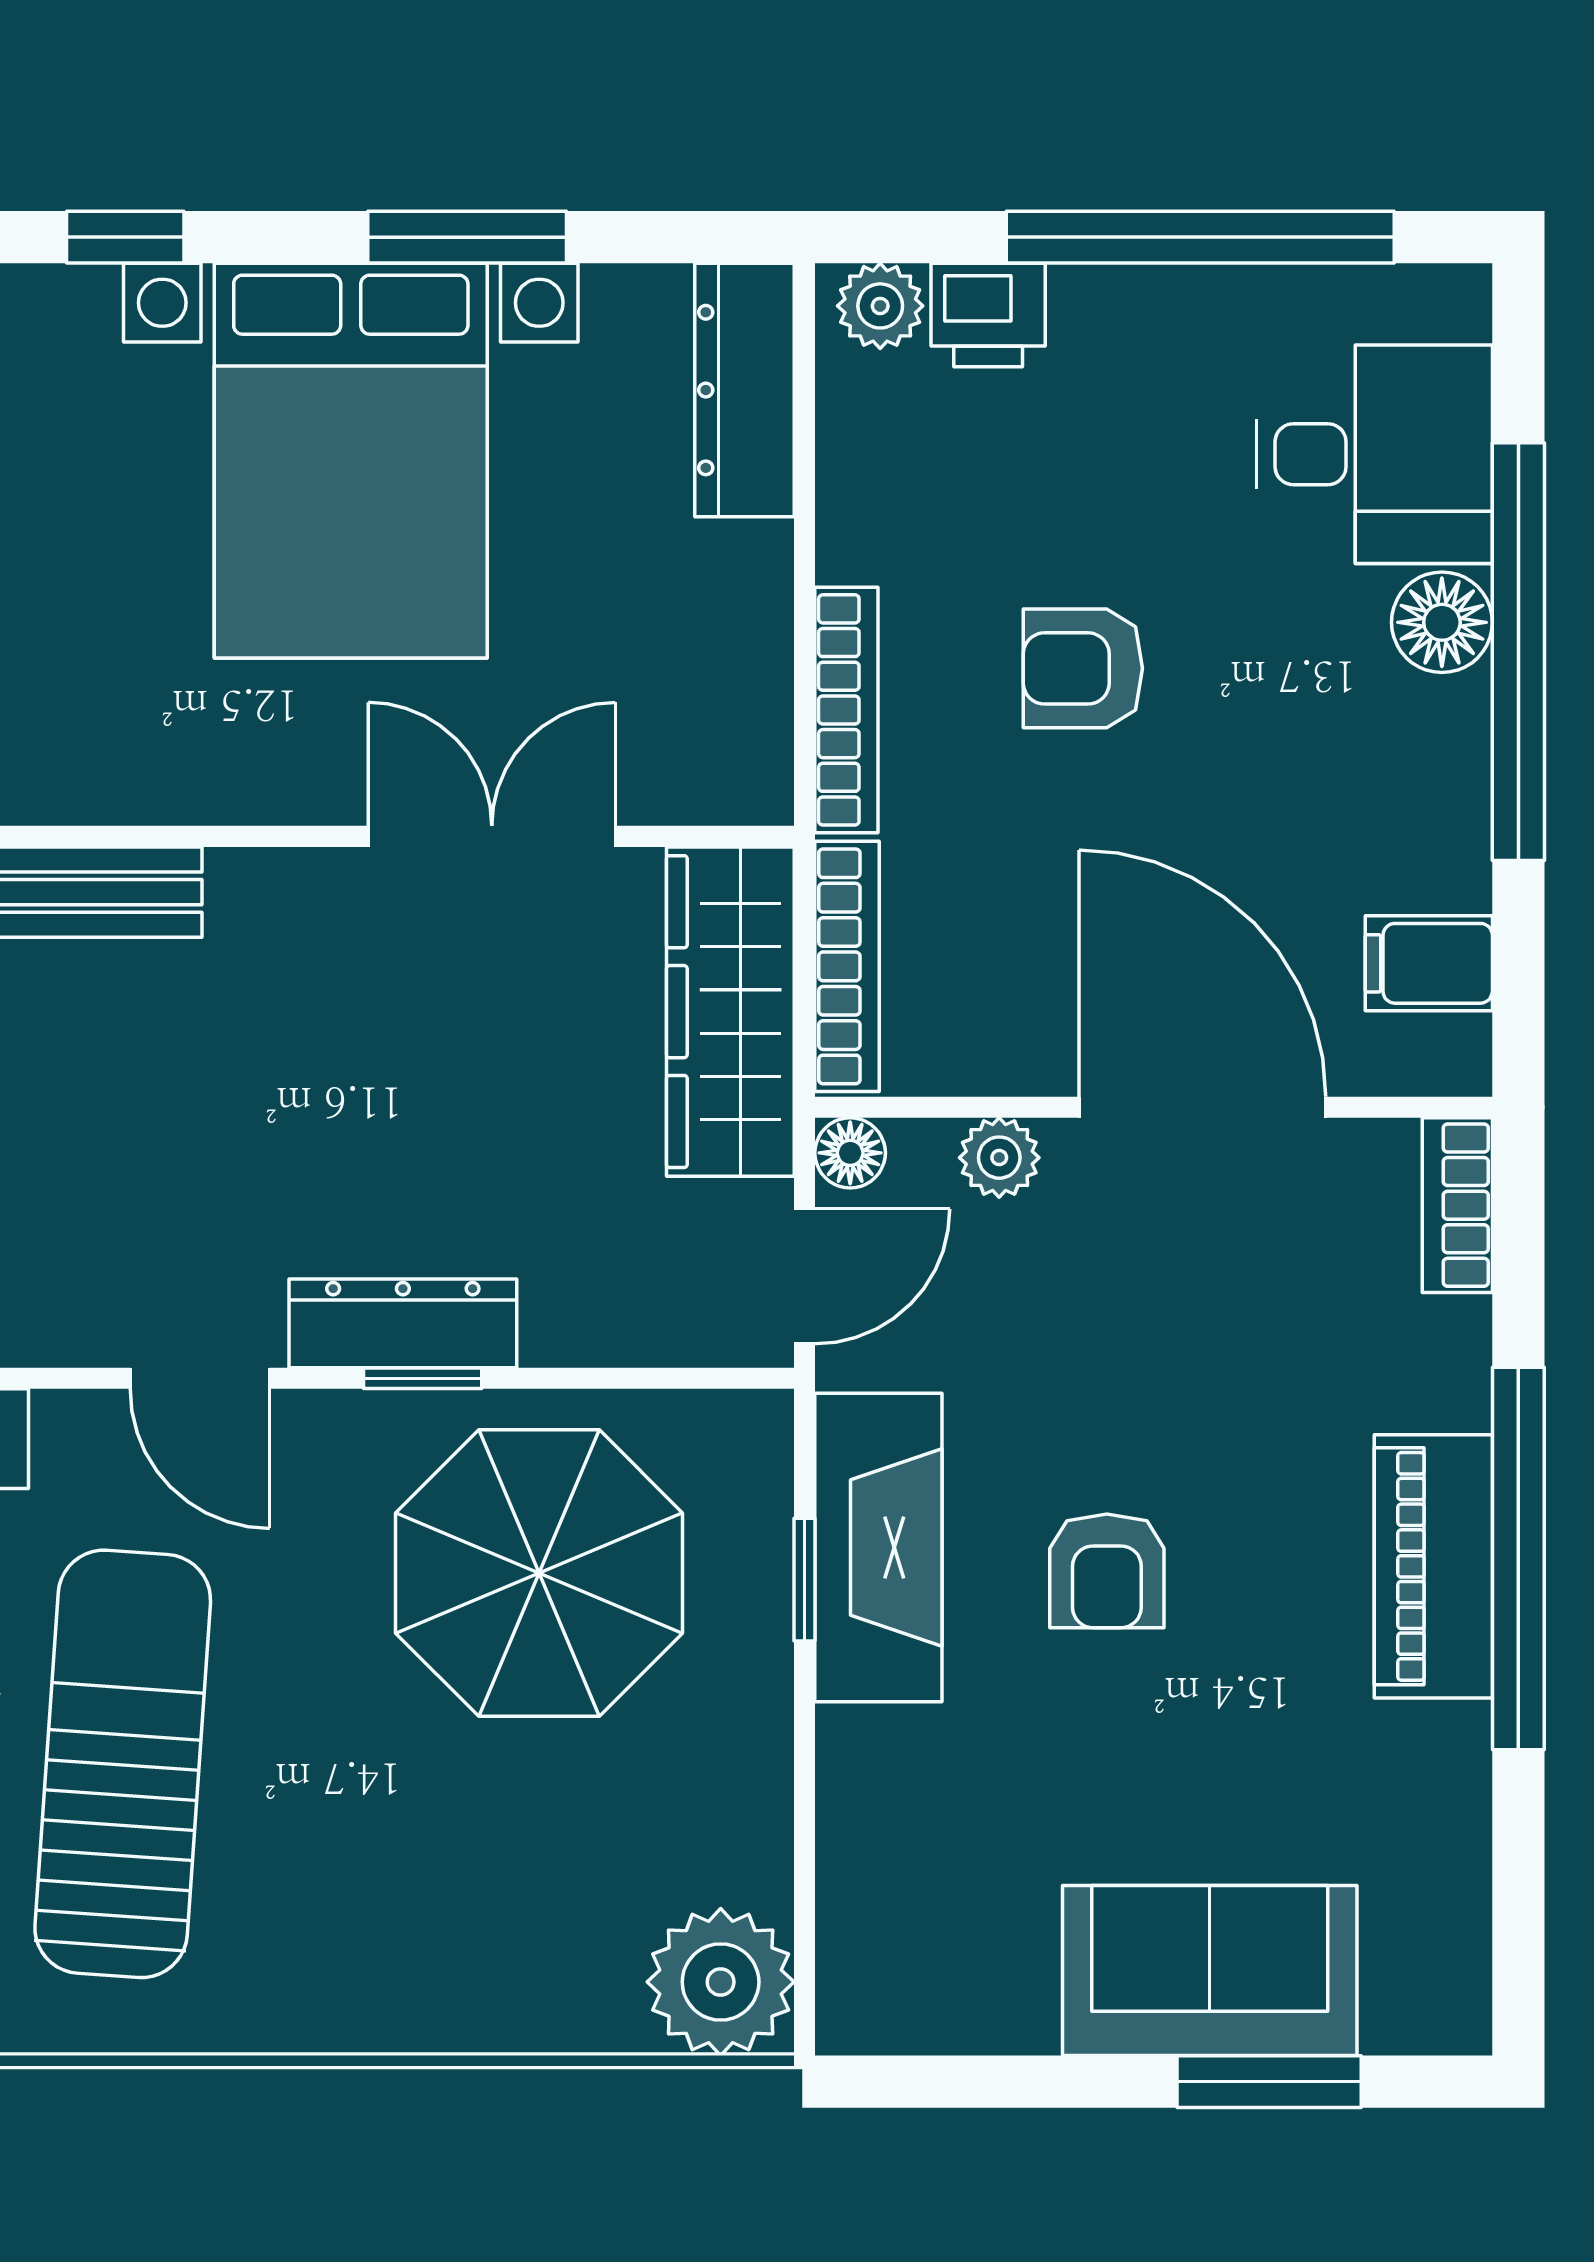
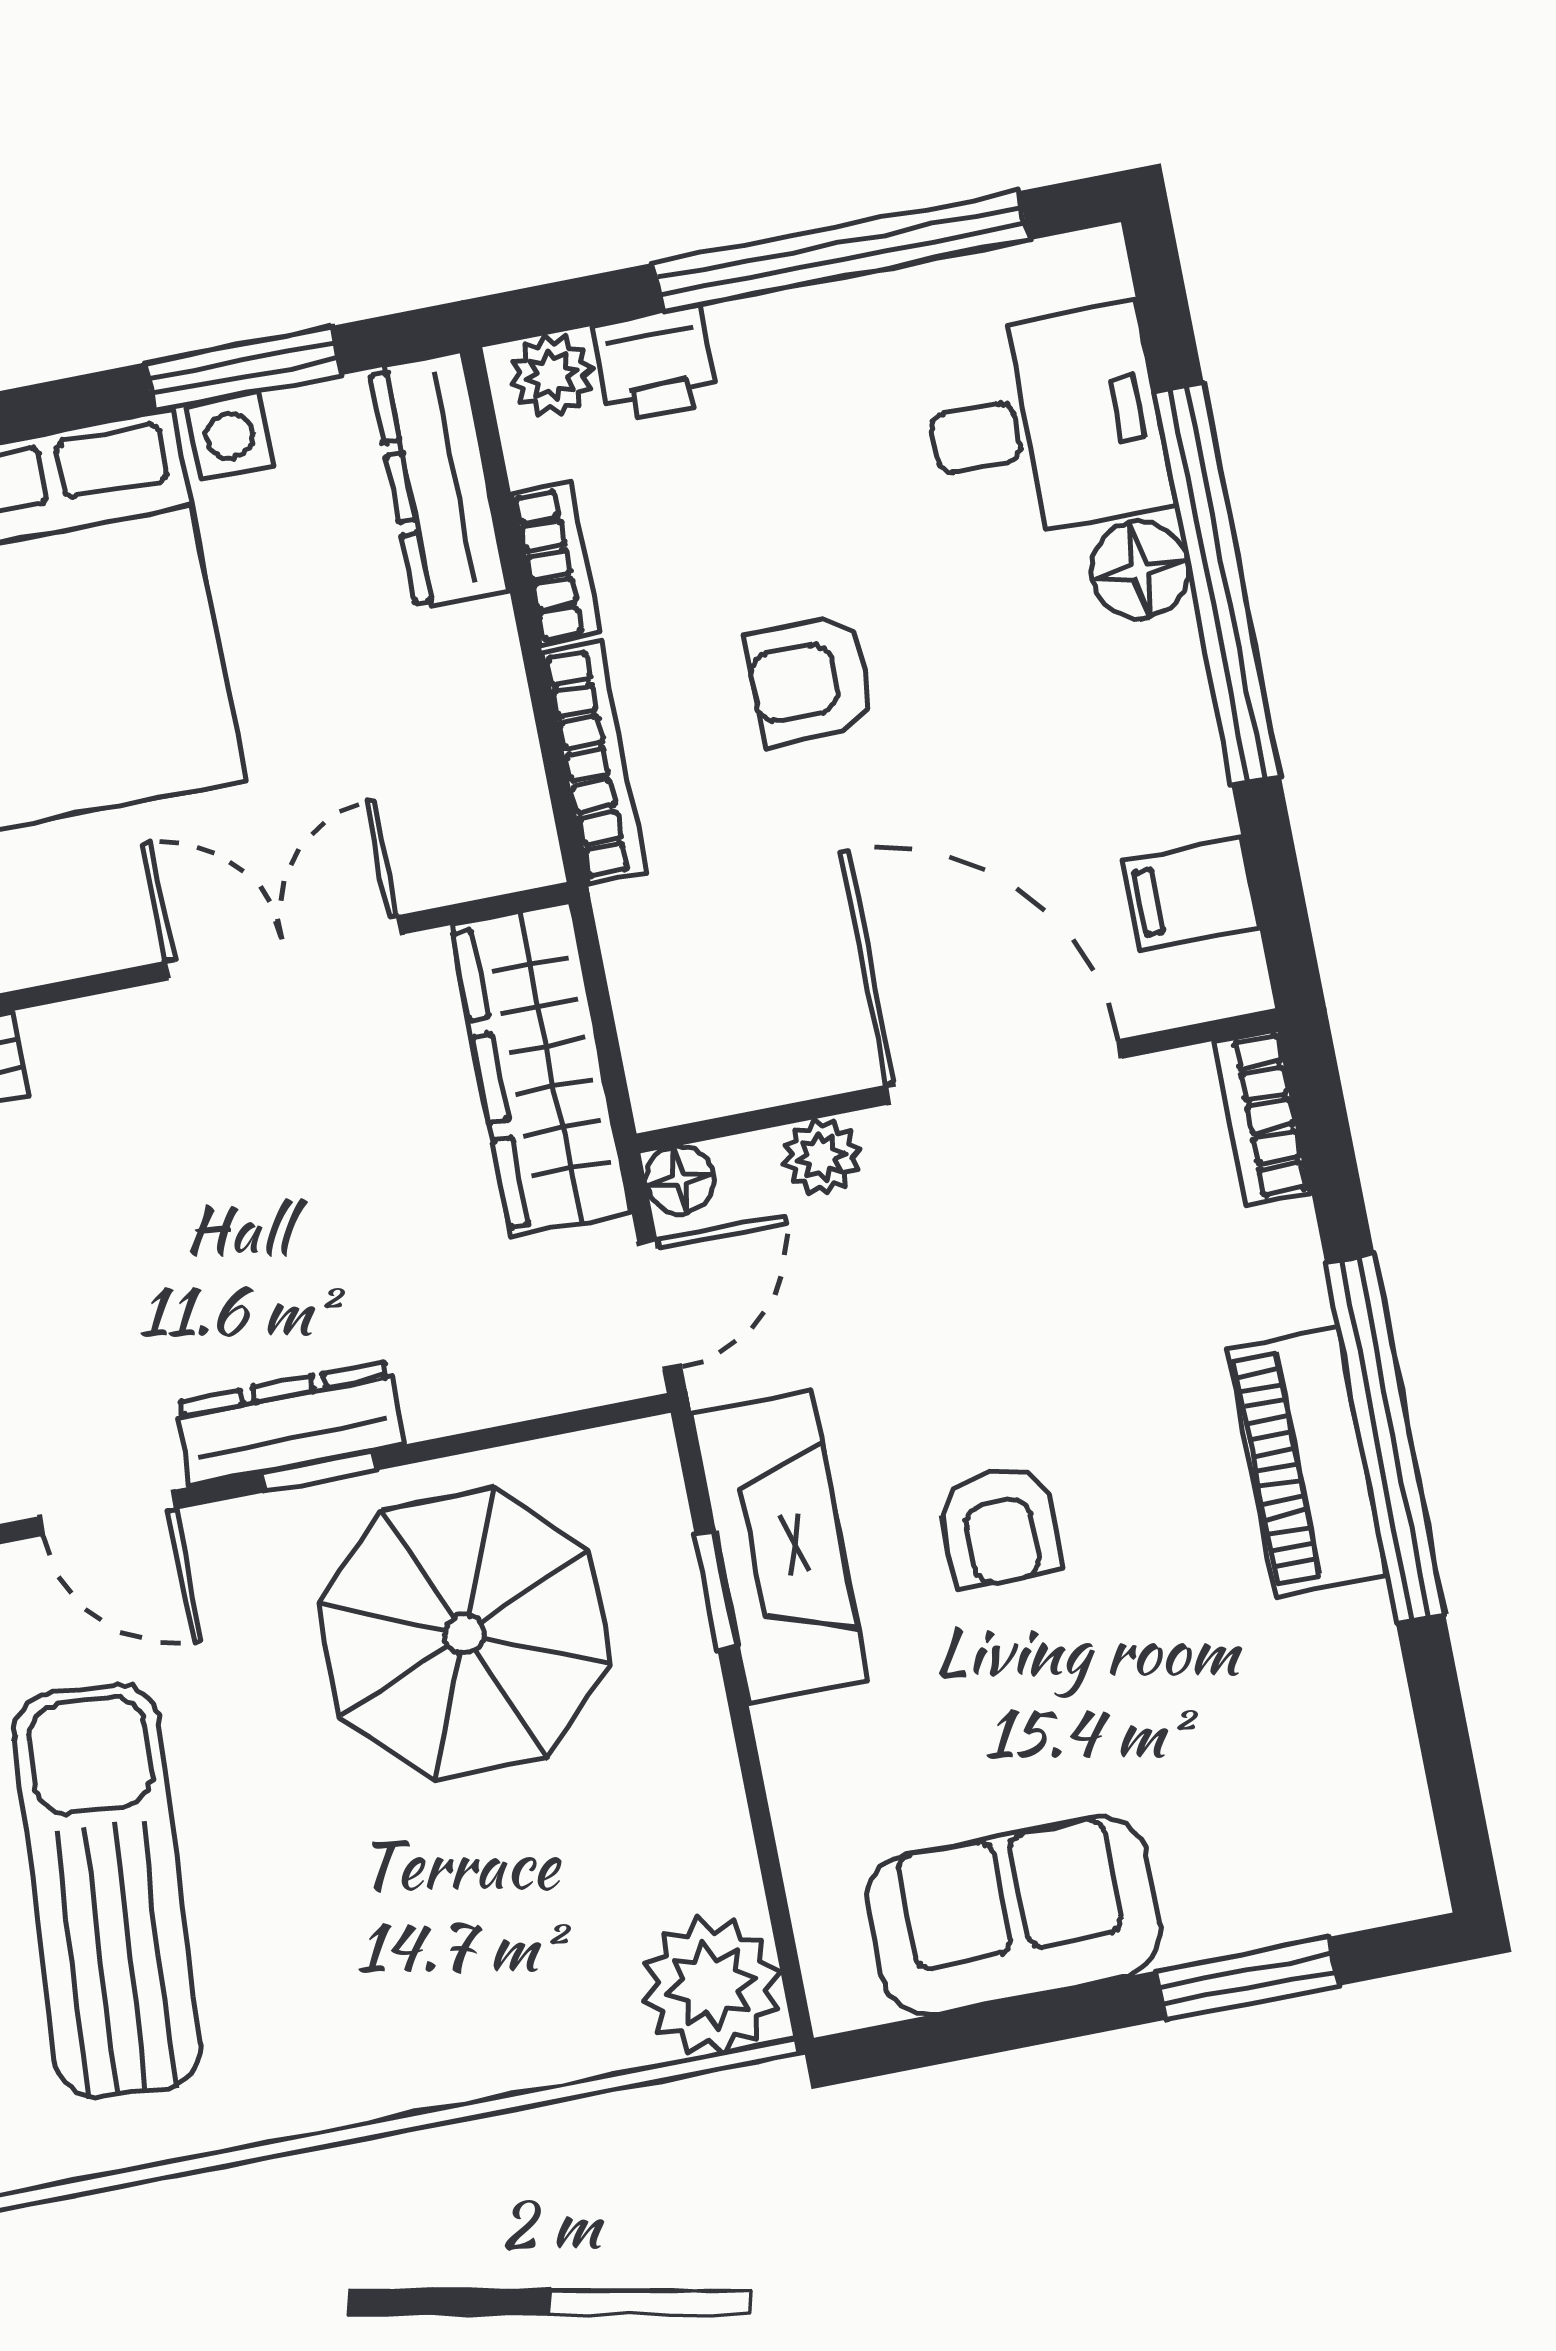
window: (467, 237) -> (243, 369), moved
bookcase: (847, 966) -> (556, 563), moved, width x0.64
sofa: (1210, 1970) -> (1014, 1915), moved

